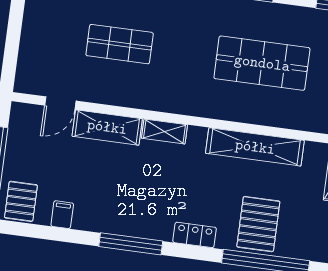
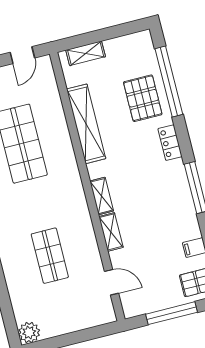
shelving: (107, 127) -> (111, 232), width x0.67, depth x0.75
pallet: (258, 224) -> (143, 98), turned 90

